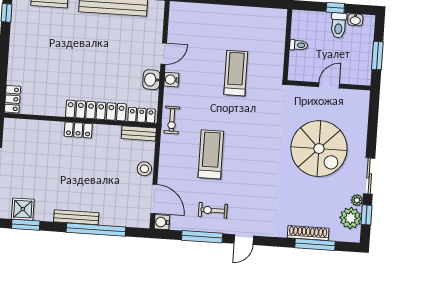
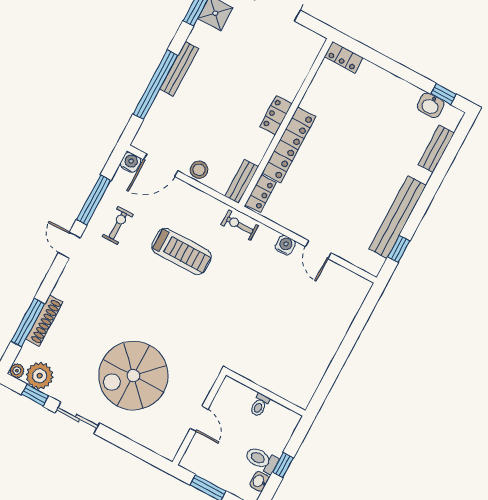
treadmill: (236, 73) -> (260, 320), removed
washbasin: (151, 80) -> (431, 105), moved, turned 180
plant: (357, 200) -> (17, 371), moved

